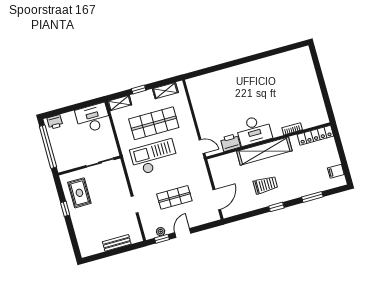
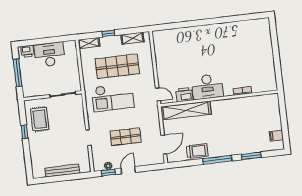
desk: (93, 118) -> (49, 54), moved
locker: (315, 135) -> (263, 100), removed
window: (48, 147) -> (18, 73), width x0.68
shelving: (264, 151) -> (186, 110), moved
checkout: (154, 157) -> (113, 97), turned 180
trolley: (265, 185) -> (197, 151), moved
window: (276, 207) -> (217, 160), width x2.17
bench: (117, 243) -> (62, 171), width x1.36

